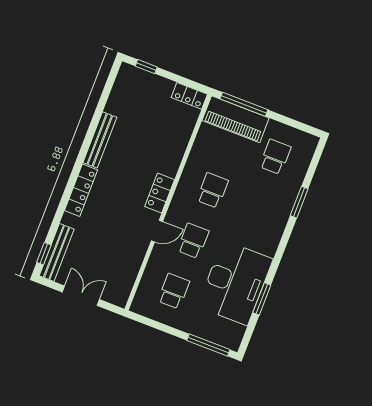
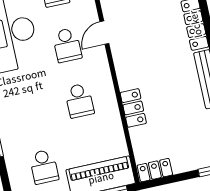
locker: (160, 193) -> (133, 108), moved

